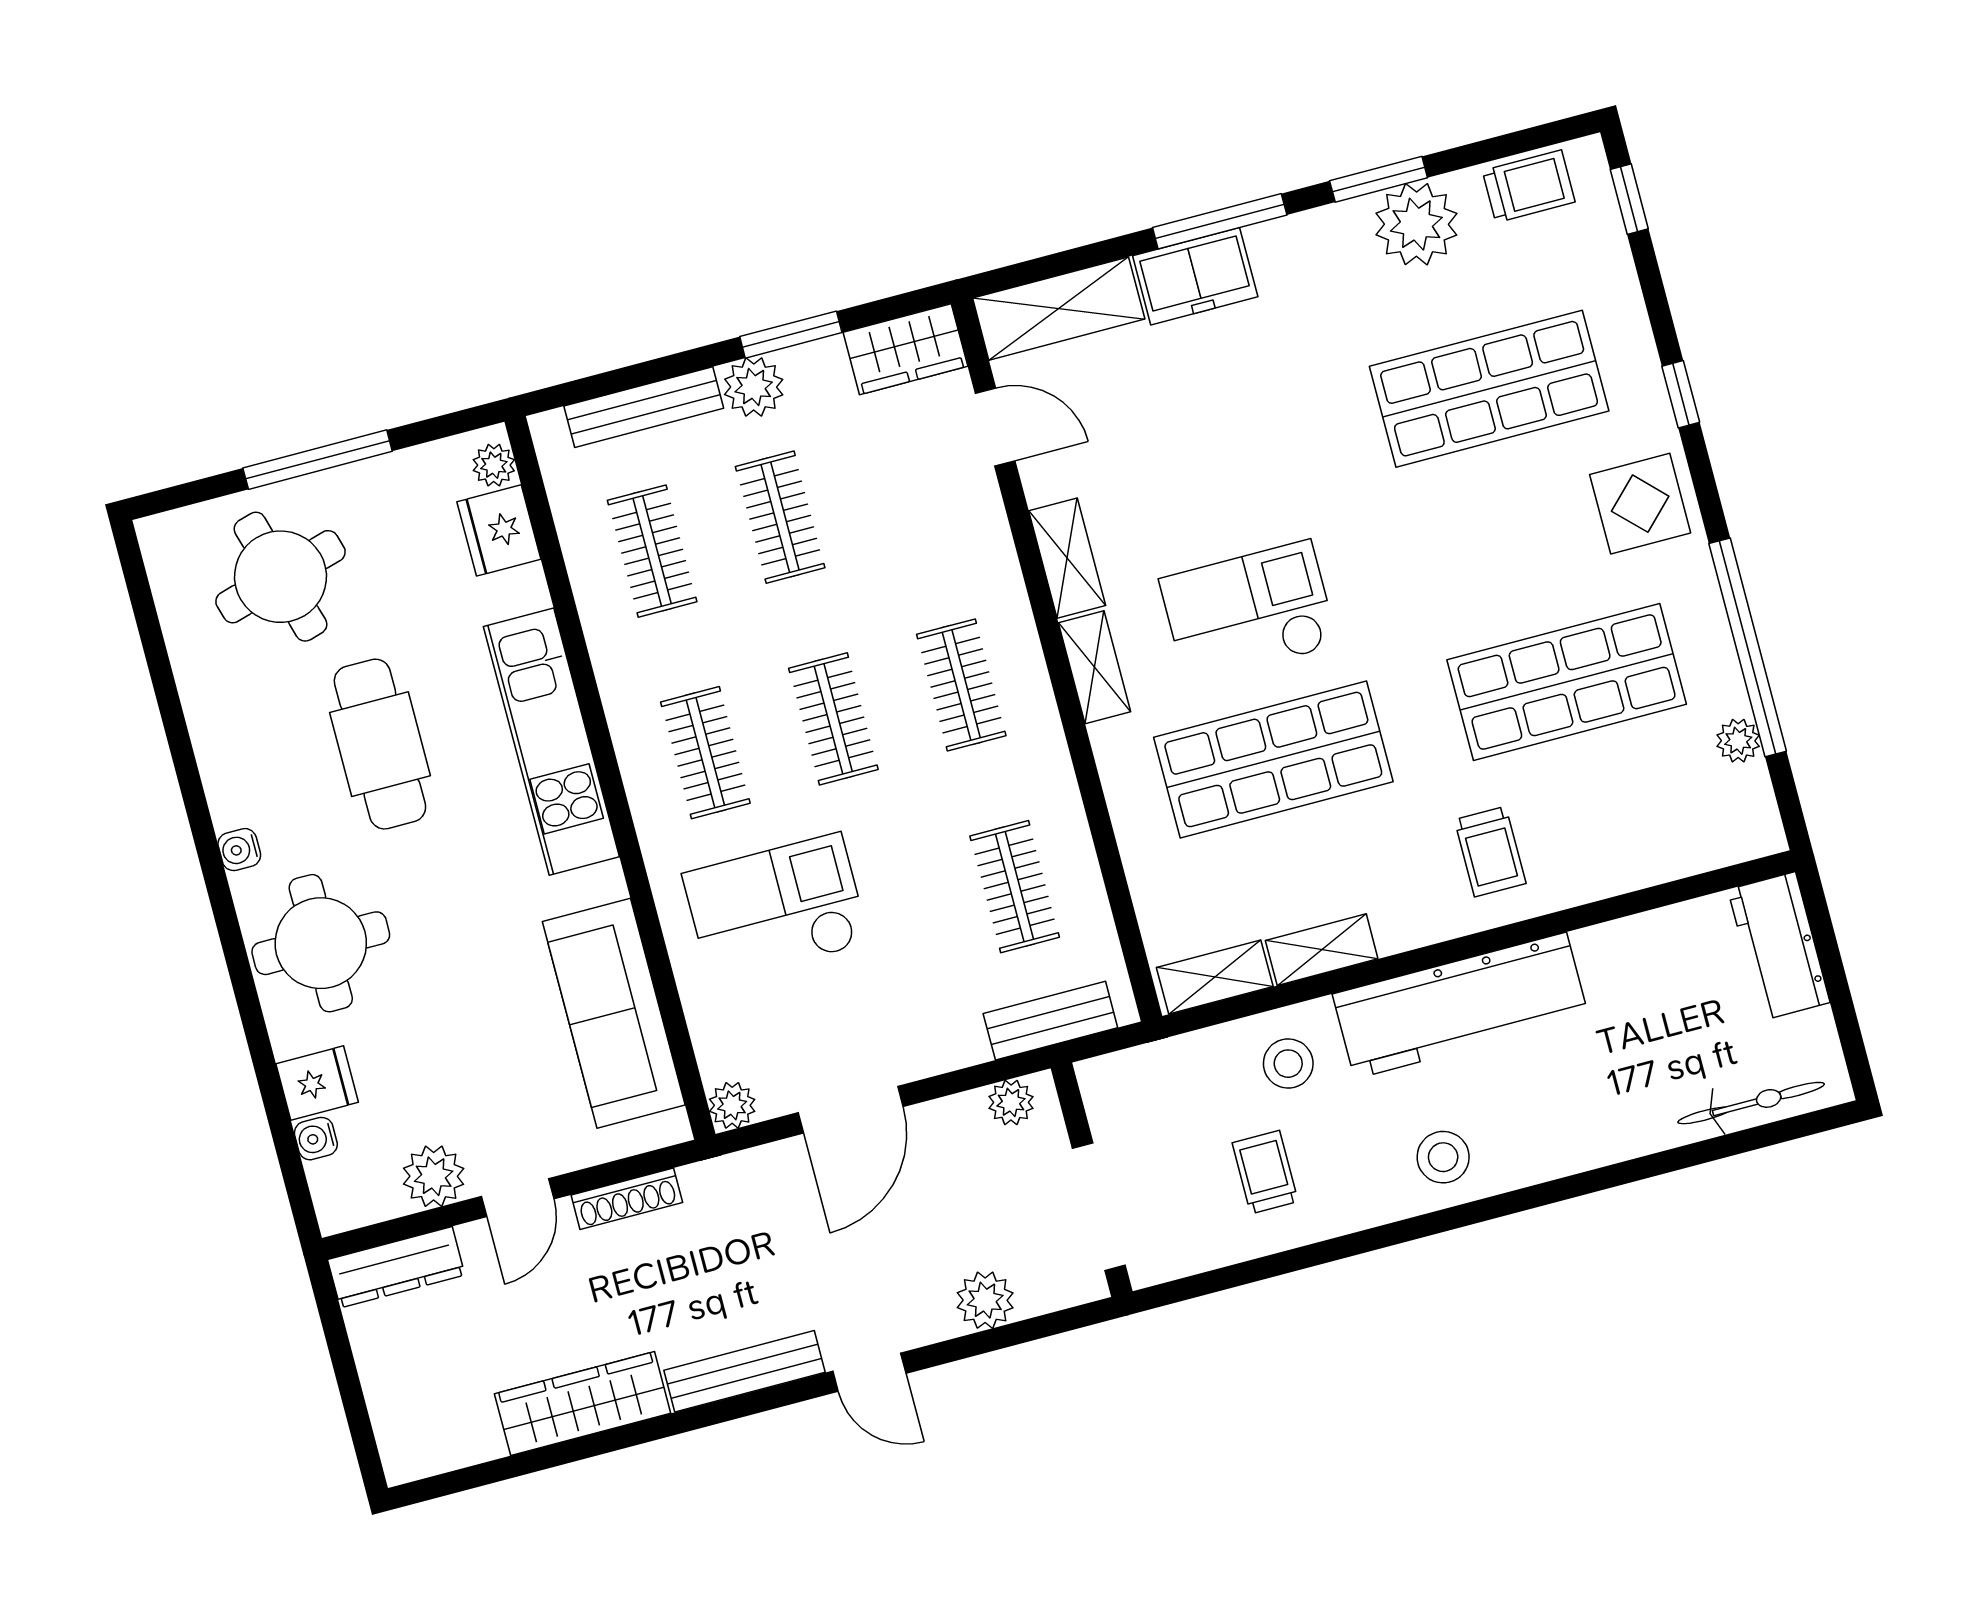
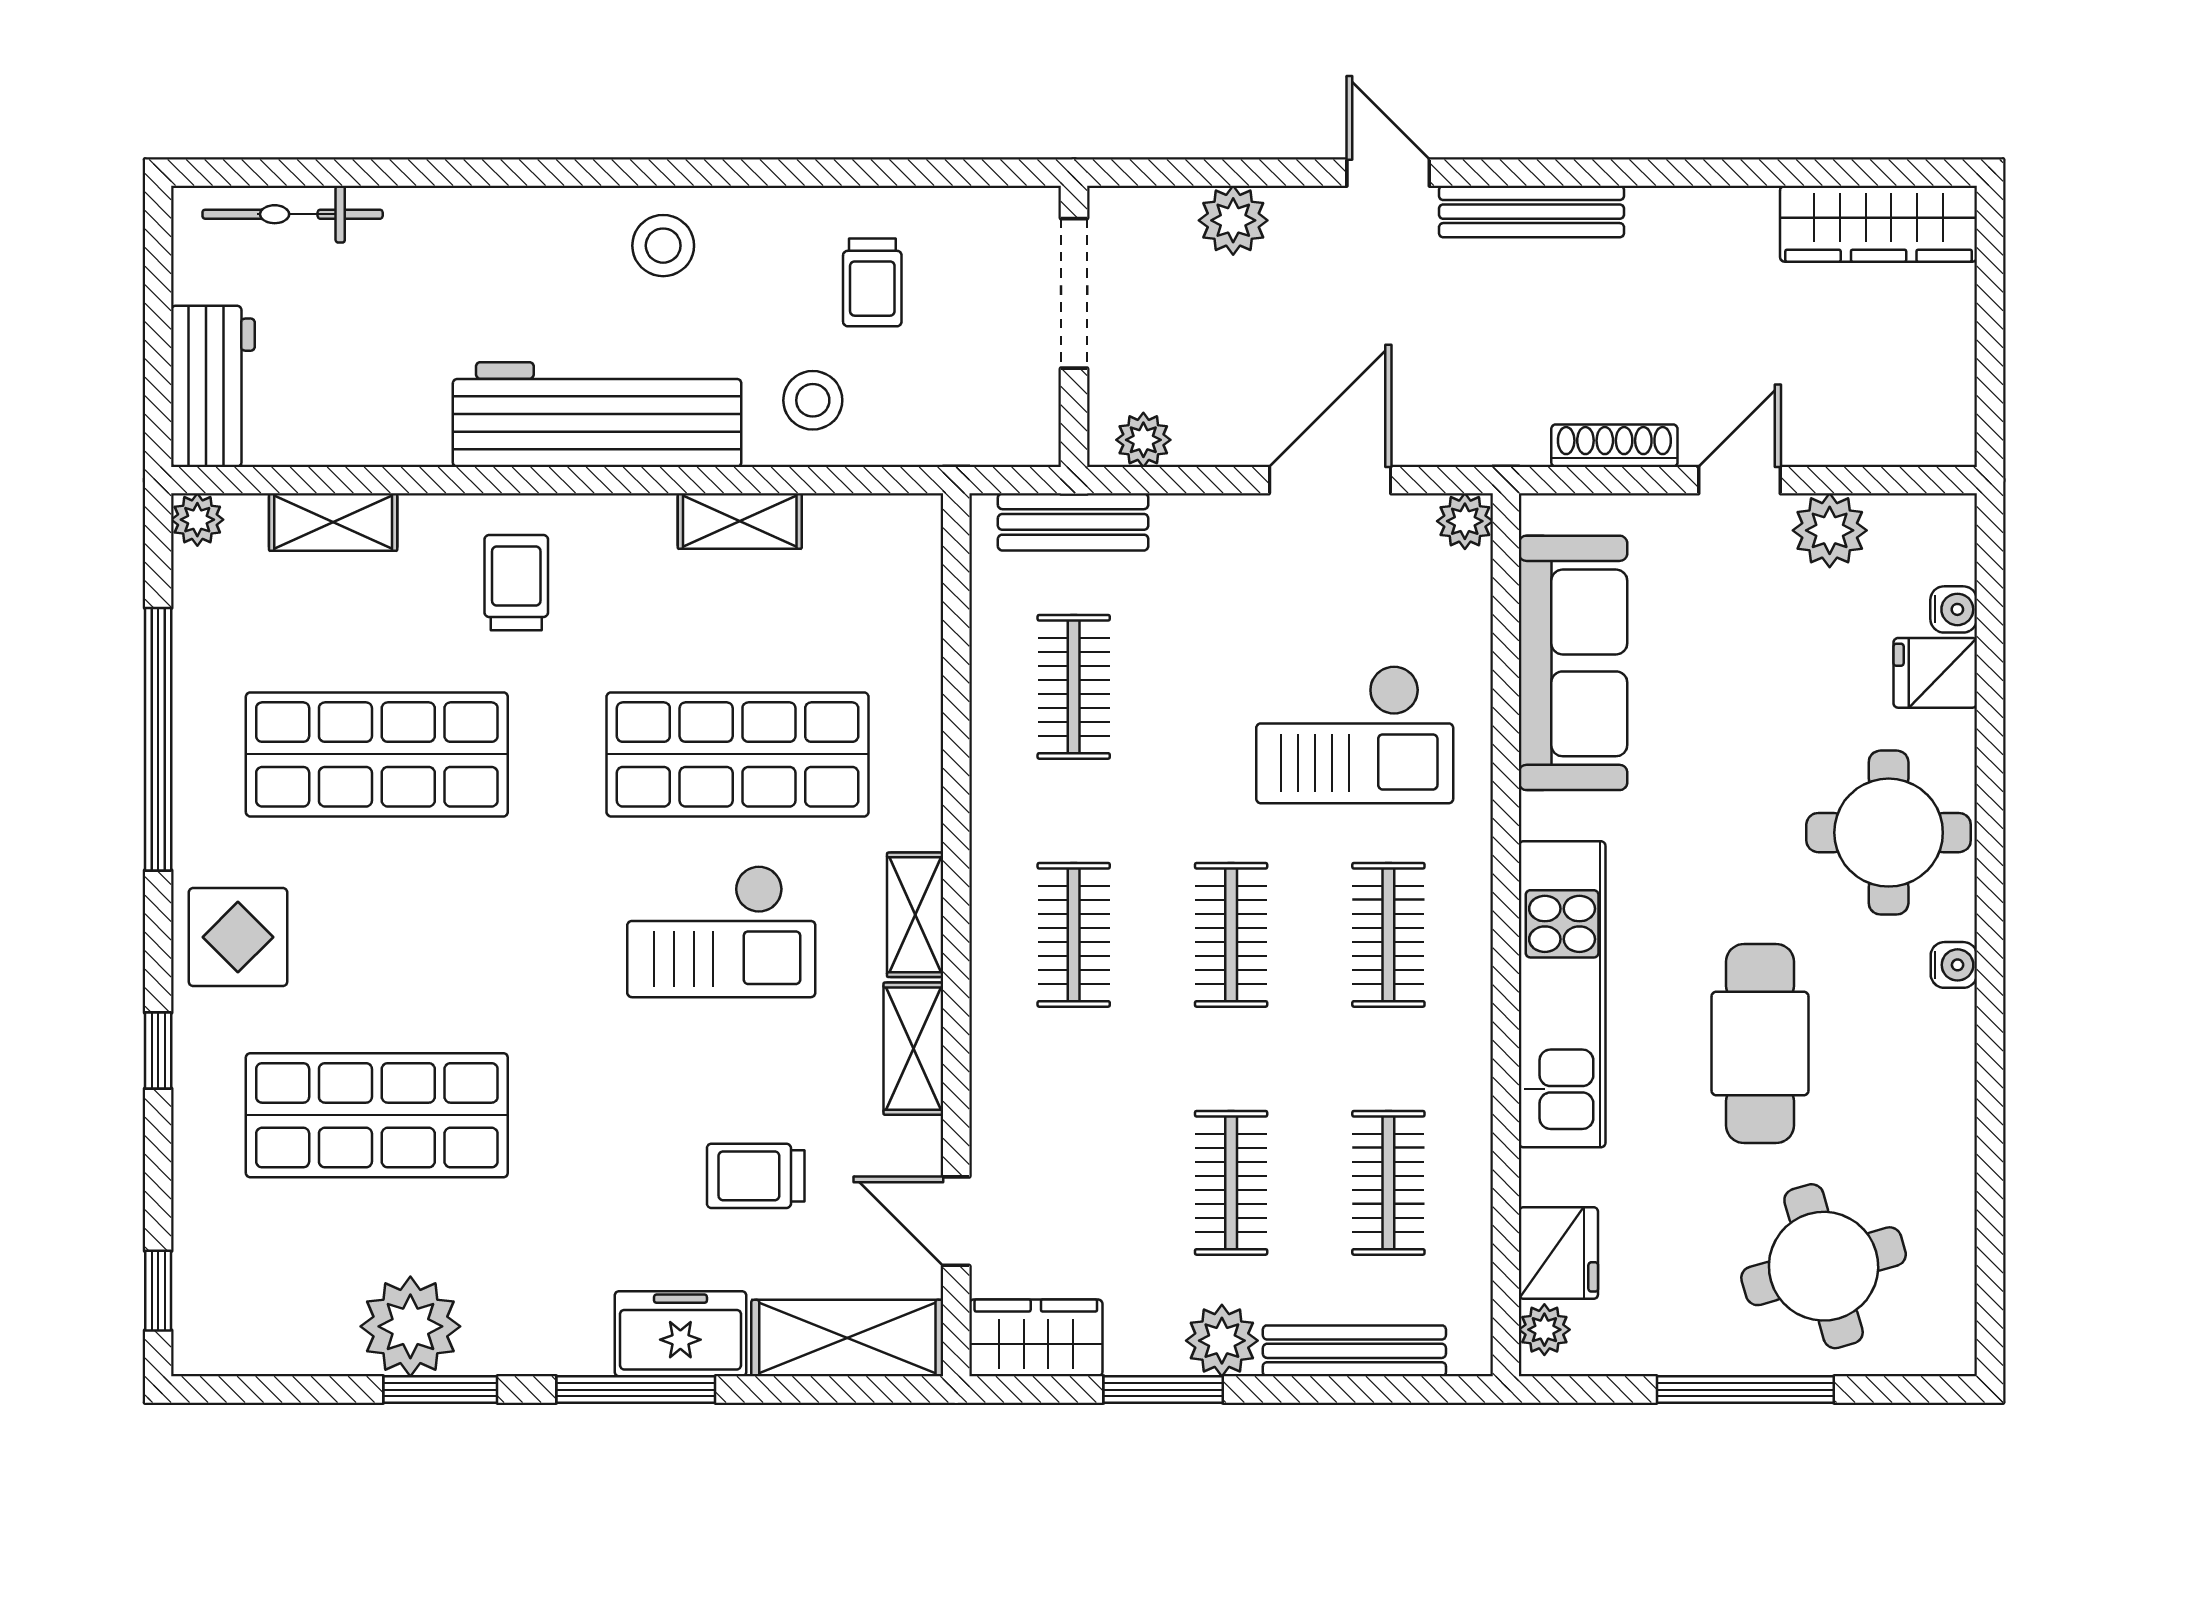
trolley: (1529, 186) -> (756, 1176), moved
plant: (1738, 741) -> (197, 520), moved
shelving: (1215, 977) -> (333, 522), moved
dresser: (396, 1267) -> (1900, 437), removed
wardrobe: (583, 1404) -> (1879, 224), moved

